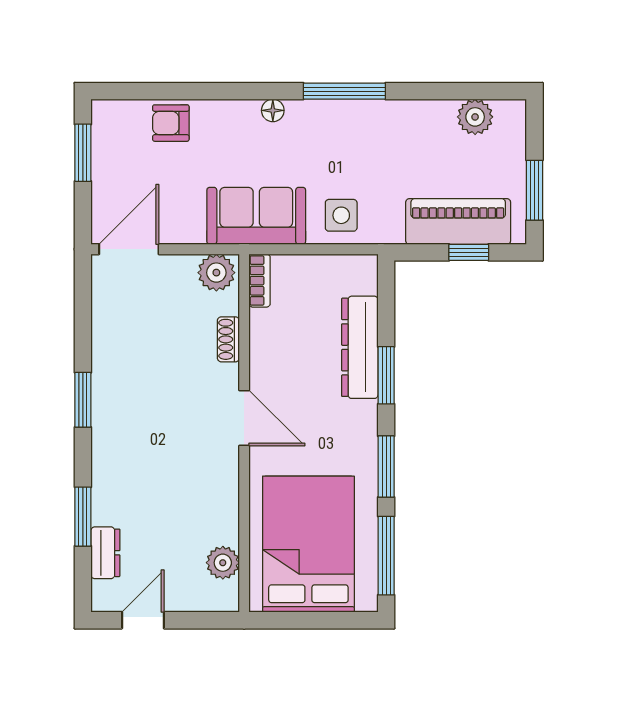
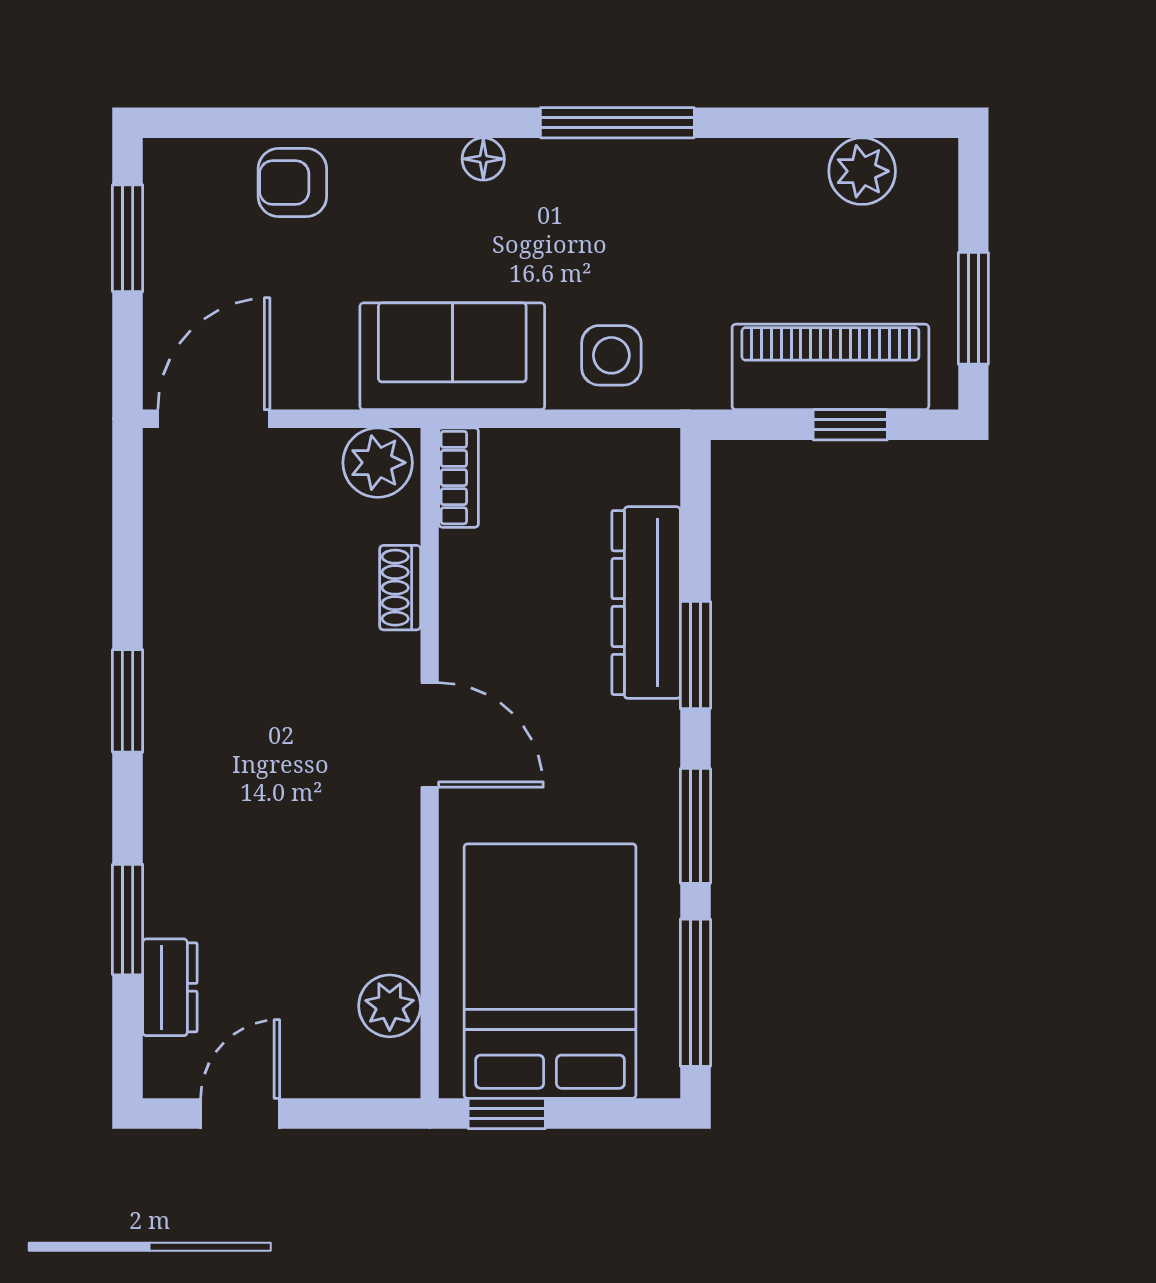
window: (285, 620) -> (507, 1114), added

